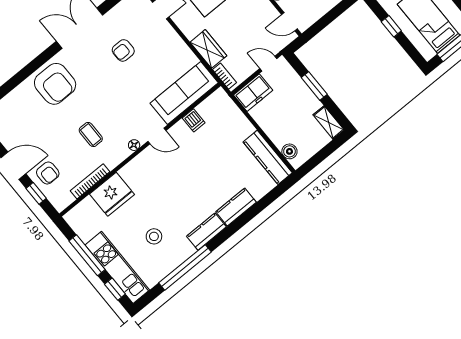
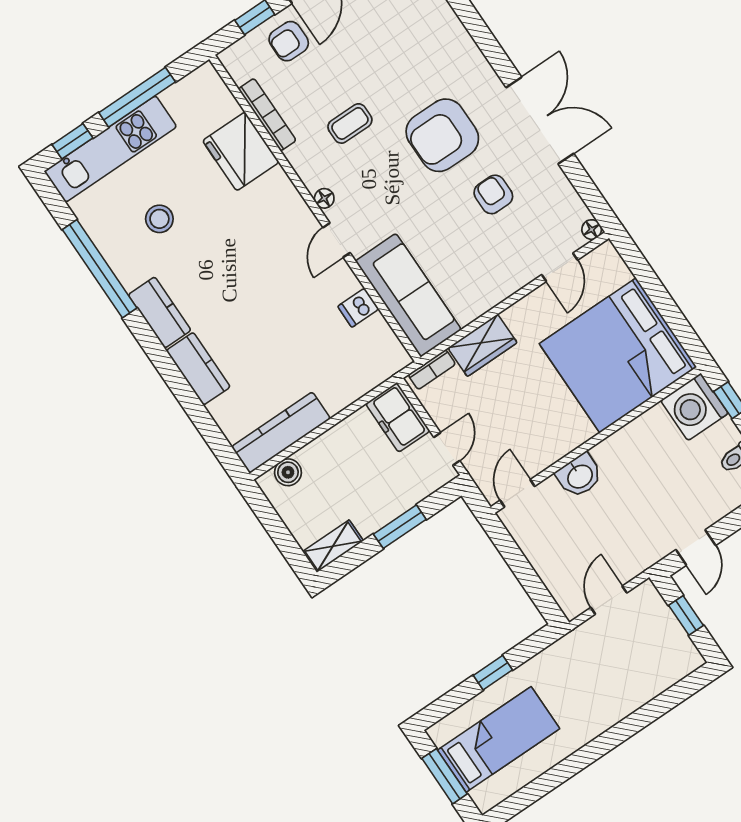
armchair: (55, 84) -> (442, 135), moved

